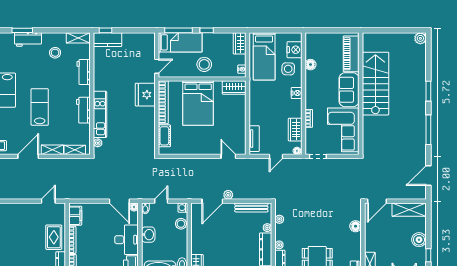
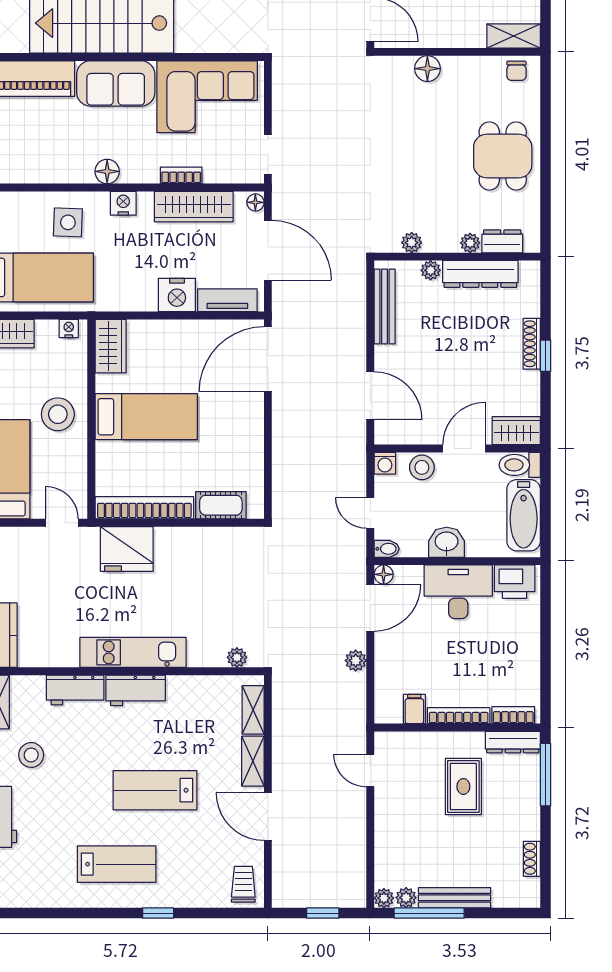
nightstand: (294, 50) -> (177, 295), moved, turned 180
floor lamp: (310, 65) -> (107, 171), moved
bed: (198, 103) -> (146, 417), width x0.67
workbench: (83, 110) -> (136, 690), moved
kitchen unit: (100, 114) -> (133, 652), moved
wardrobe: (295, 130) -> (194, 207), width x1.50
door: (228, 156) -> (268, 359), width x1.88
door: (276, 156) -> (268, 250), width x1.87
plant: (228, 195) -> (356, 661), moved
filing cabinet: (75, 216) -> (414, 709), width x0.50
rug: (54, 237) -> (463, 786), moved, turned 90
door: (189, 242) -> (464, 449), added

